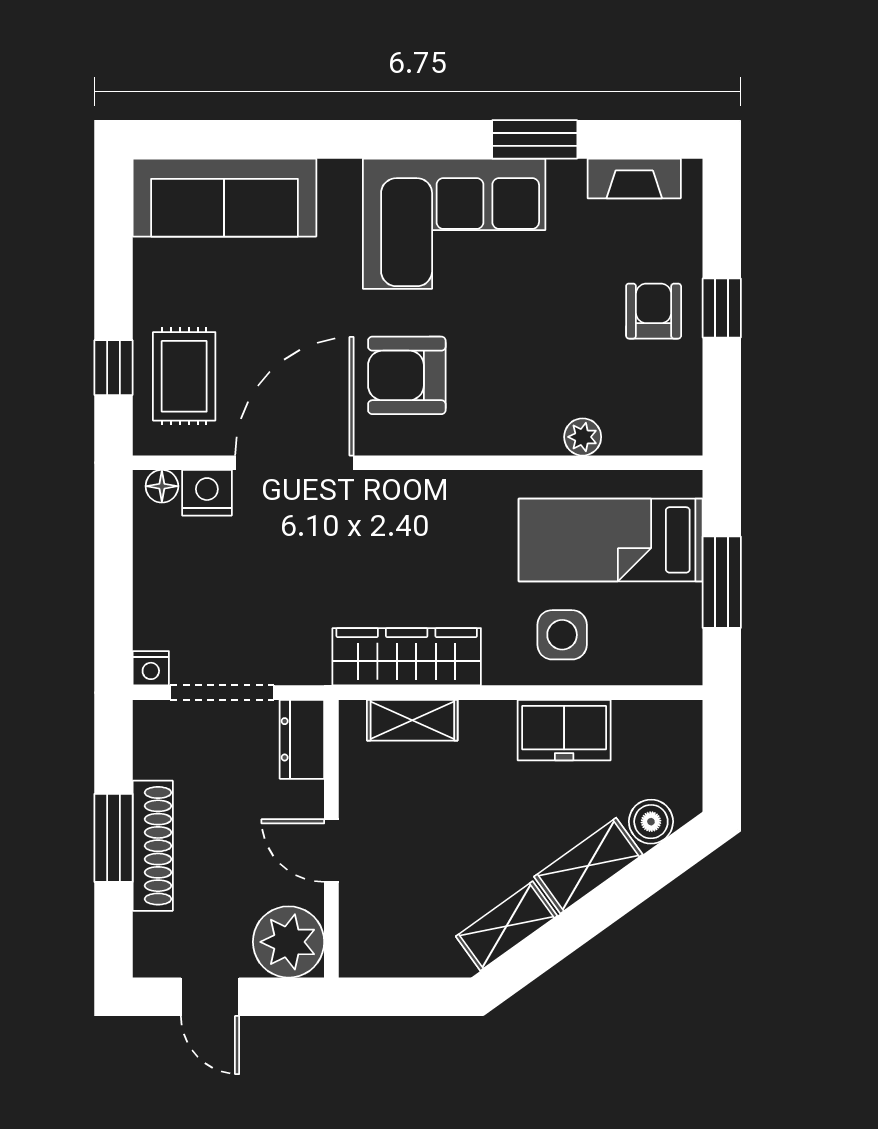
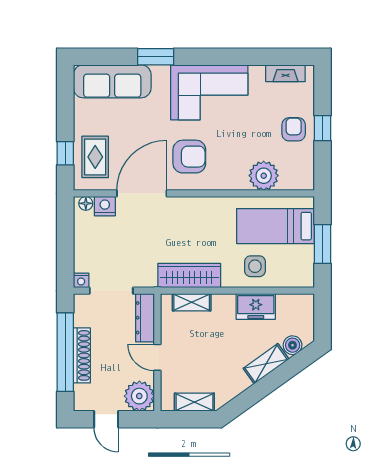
window: (535, 139) -> (156, 57), moved
armchair: (407, 375) -> (189, 157), turned 180
plant: (583, 437) -> (264, 176), width x1.88, depth x1.88
dresser: (302, 739) -> (145, 318), width x1.44
window: (113, 838) -> (65, 352), width x2.11
shelving: (507, 926) -> (194, 402), moved, turned 36

